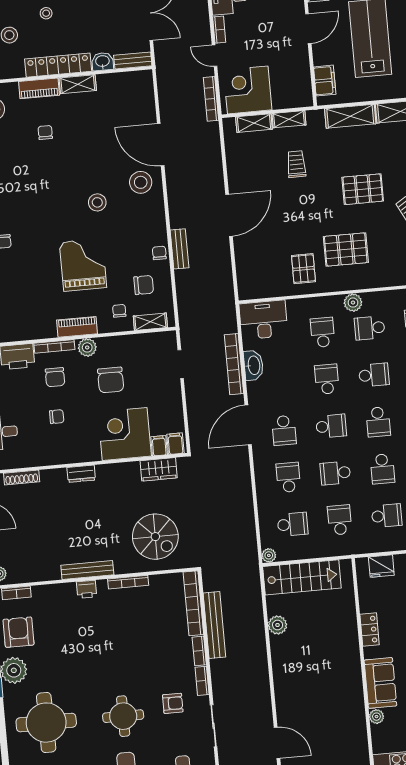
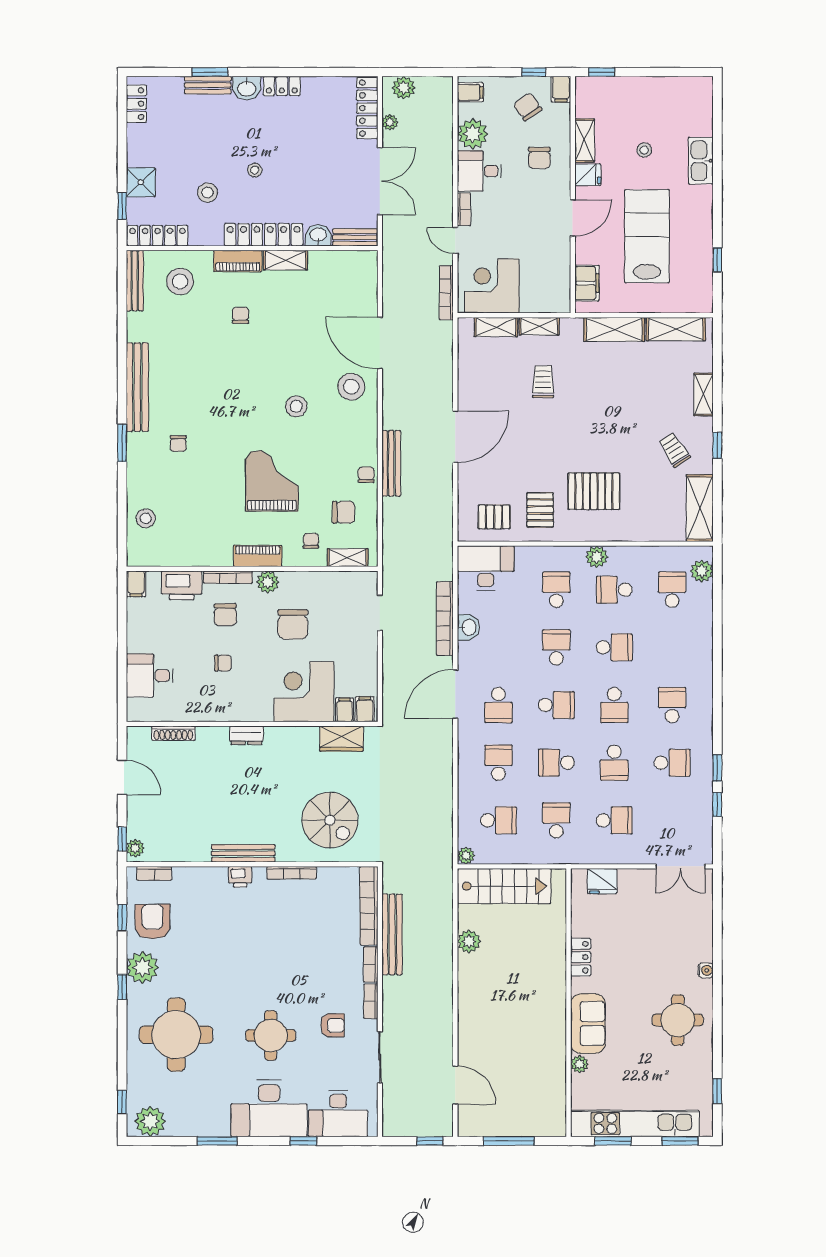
pallet: (363, 189) -> (494, 517), moved, width x0.67, depth x0.71
bench: (179, 249) -> (391, 463), width x1.36
washbasin: (253, 365) -> (468, 627), width x0.72

